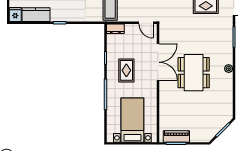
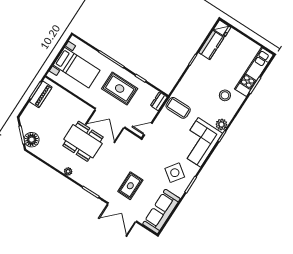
rug: (126, 70) -> (120, 89), width x1.36, depth x1.43
floor lamp: (221, 119) -> (32, 140), added

